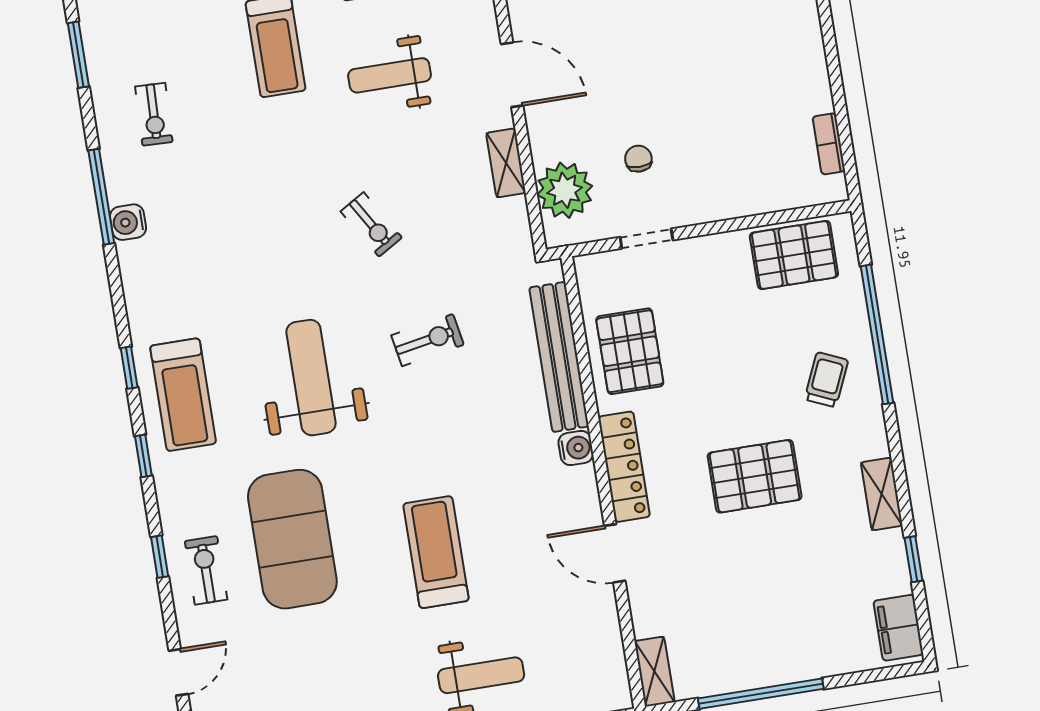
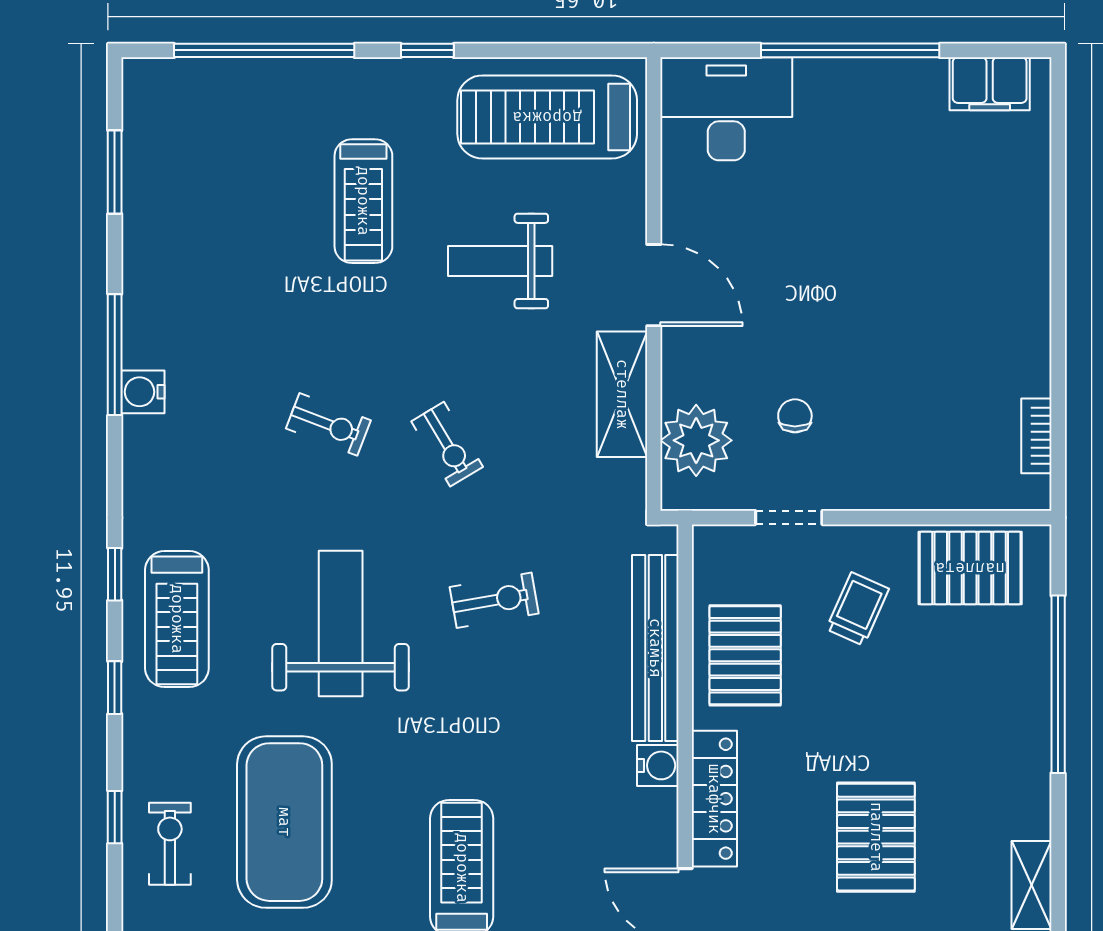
exercise bike: (154, 114) -> (328, 424), moved, turned -71
shelving: (506, 163) -> (622, 394), width x1.50, depth x1.33
trolley: (826, 380) -> (858, 609), moved
pallet: (755, 476) -> (876, 837), turned 90

